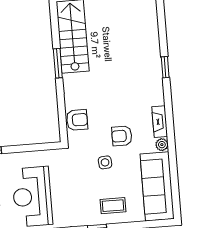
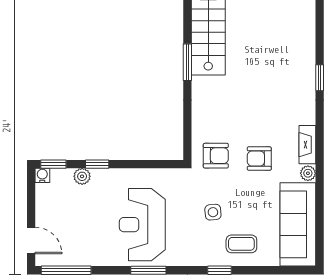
armchair: (77, 120) -> (216, 156), moved
side table: (105, 162) -> (213, 212), moved

